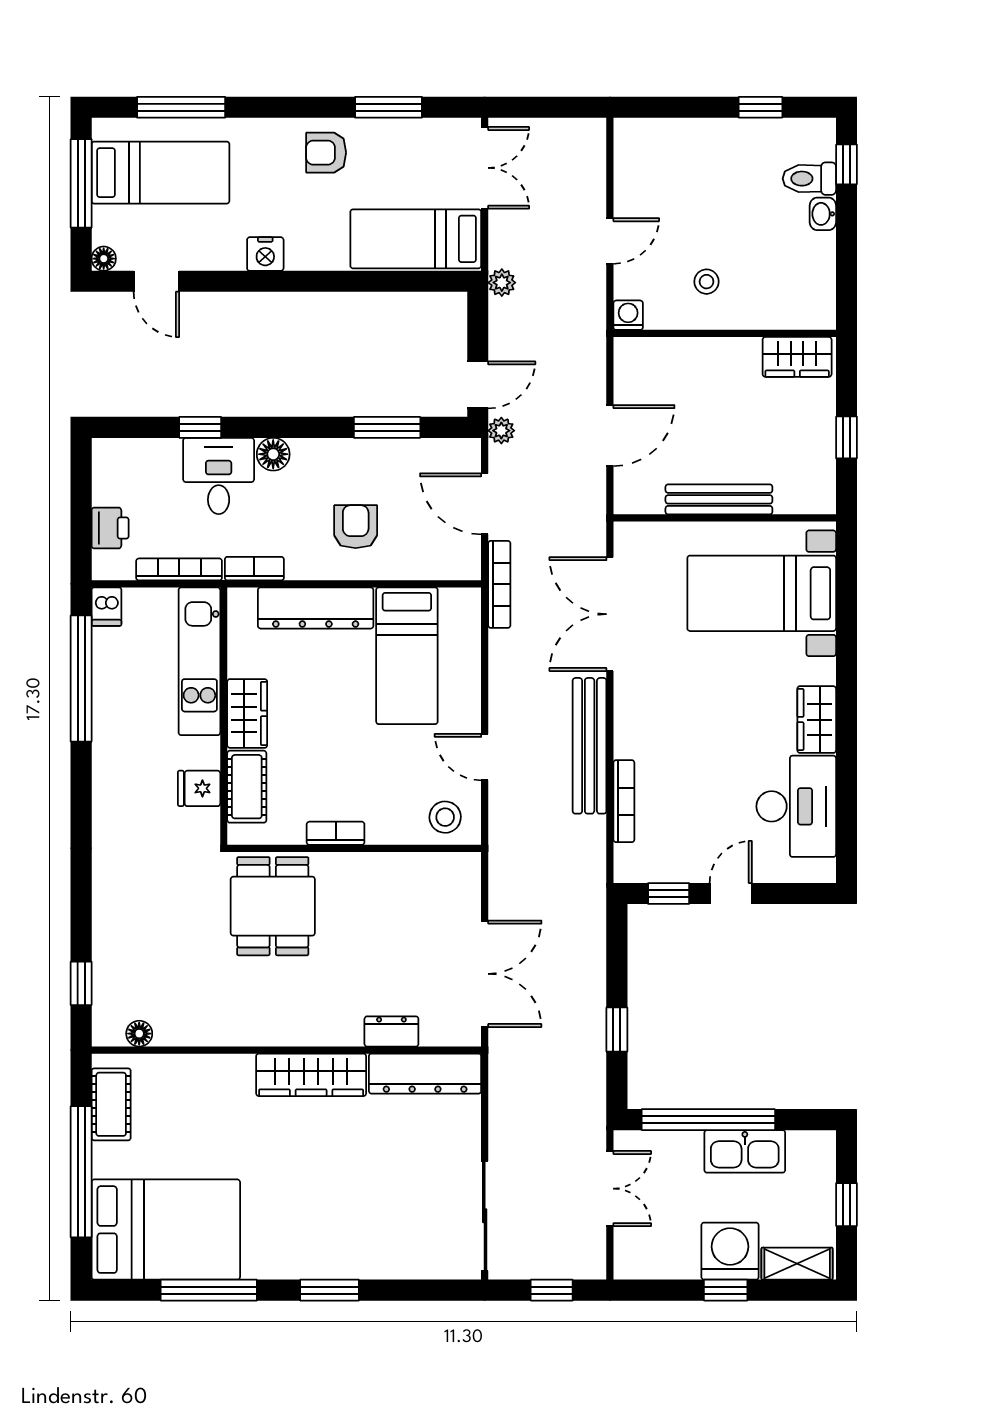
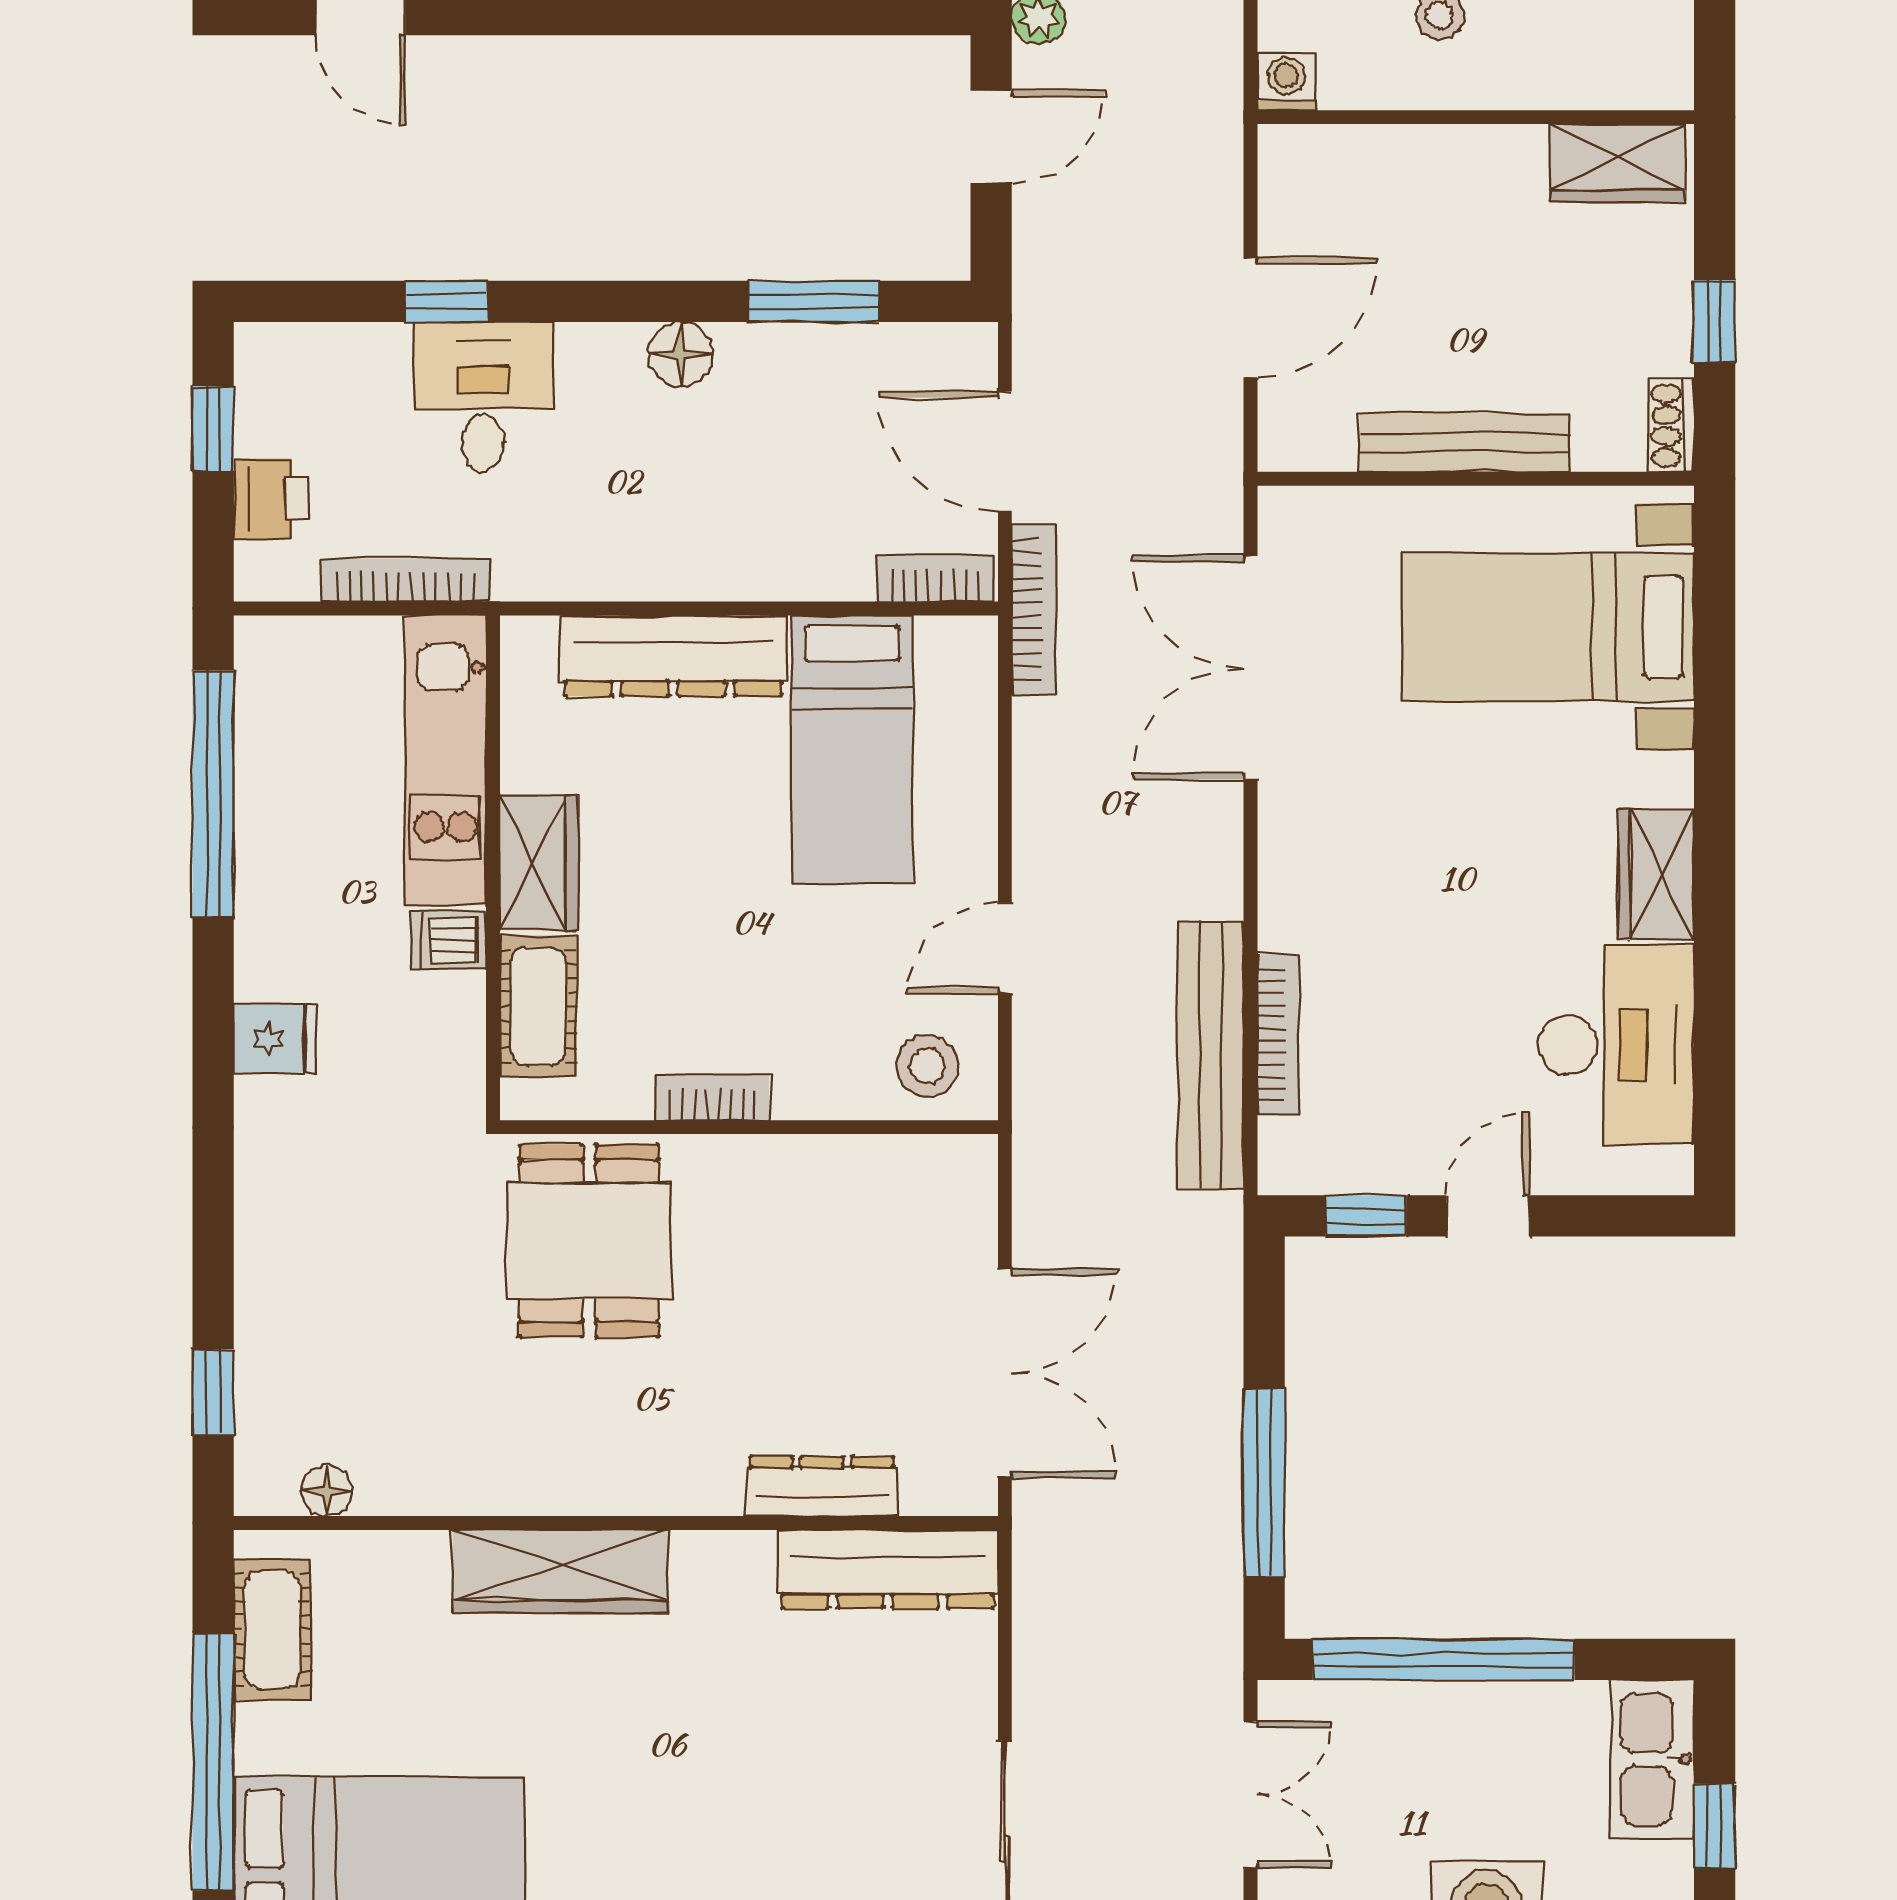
door: (478, 385) -> (991, 137), moved
plant: (501, 431) -> (1037, 308), removed
floor lamp: (273, 454) -> (681, 354), moved
shoe rack: (825, 491) -> (1672, 426), added
window: (81, 492) -> (213, 429), added
armchair: (356, 527) -> (752, 496), removed
bookcase: (254, 569) -> (935, 578), moved
dishwasher: (106, 607) -> (448, 940), moved, turned 90
bench: (590, 746) -> (1211, 1055), moved
door: (485, 757) -> (1005, 948), hinge flipped
fridge: (199, 788) -> (275, 1039), moved, turned 180
window: (617, 1030) -> (1264, 1483), width x2.17
dresser: (391, 1031) -> (822, 1486), width x1.44
wardrobe: (311, 1075) -> (560, 1571), moved
kitchen sink: (745, 1151) -> (1652, 1759), moved, turned 90

